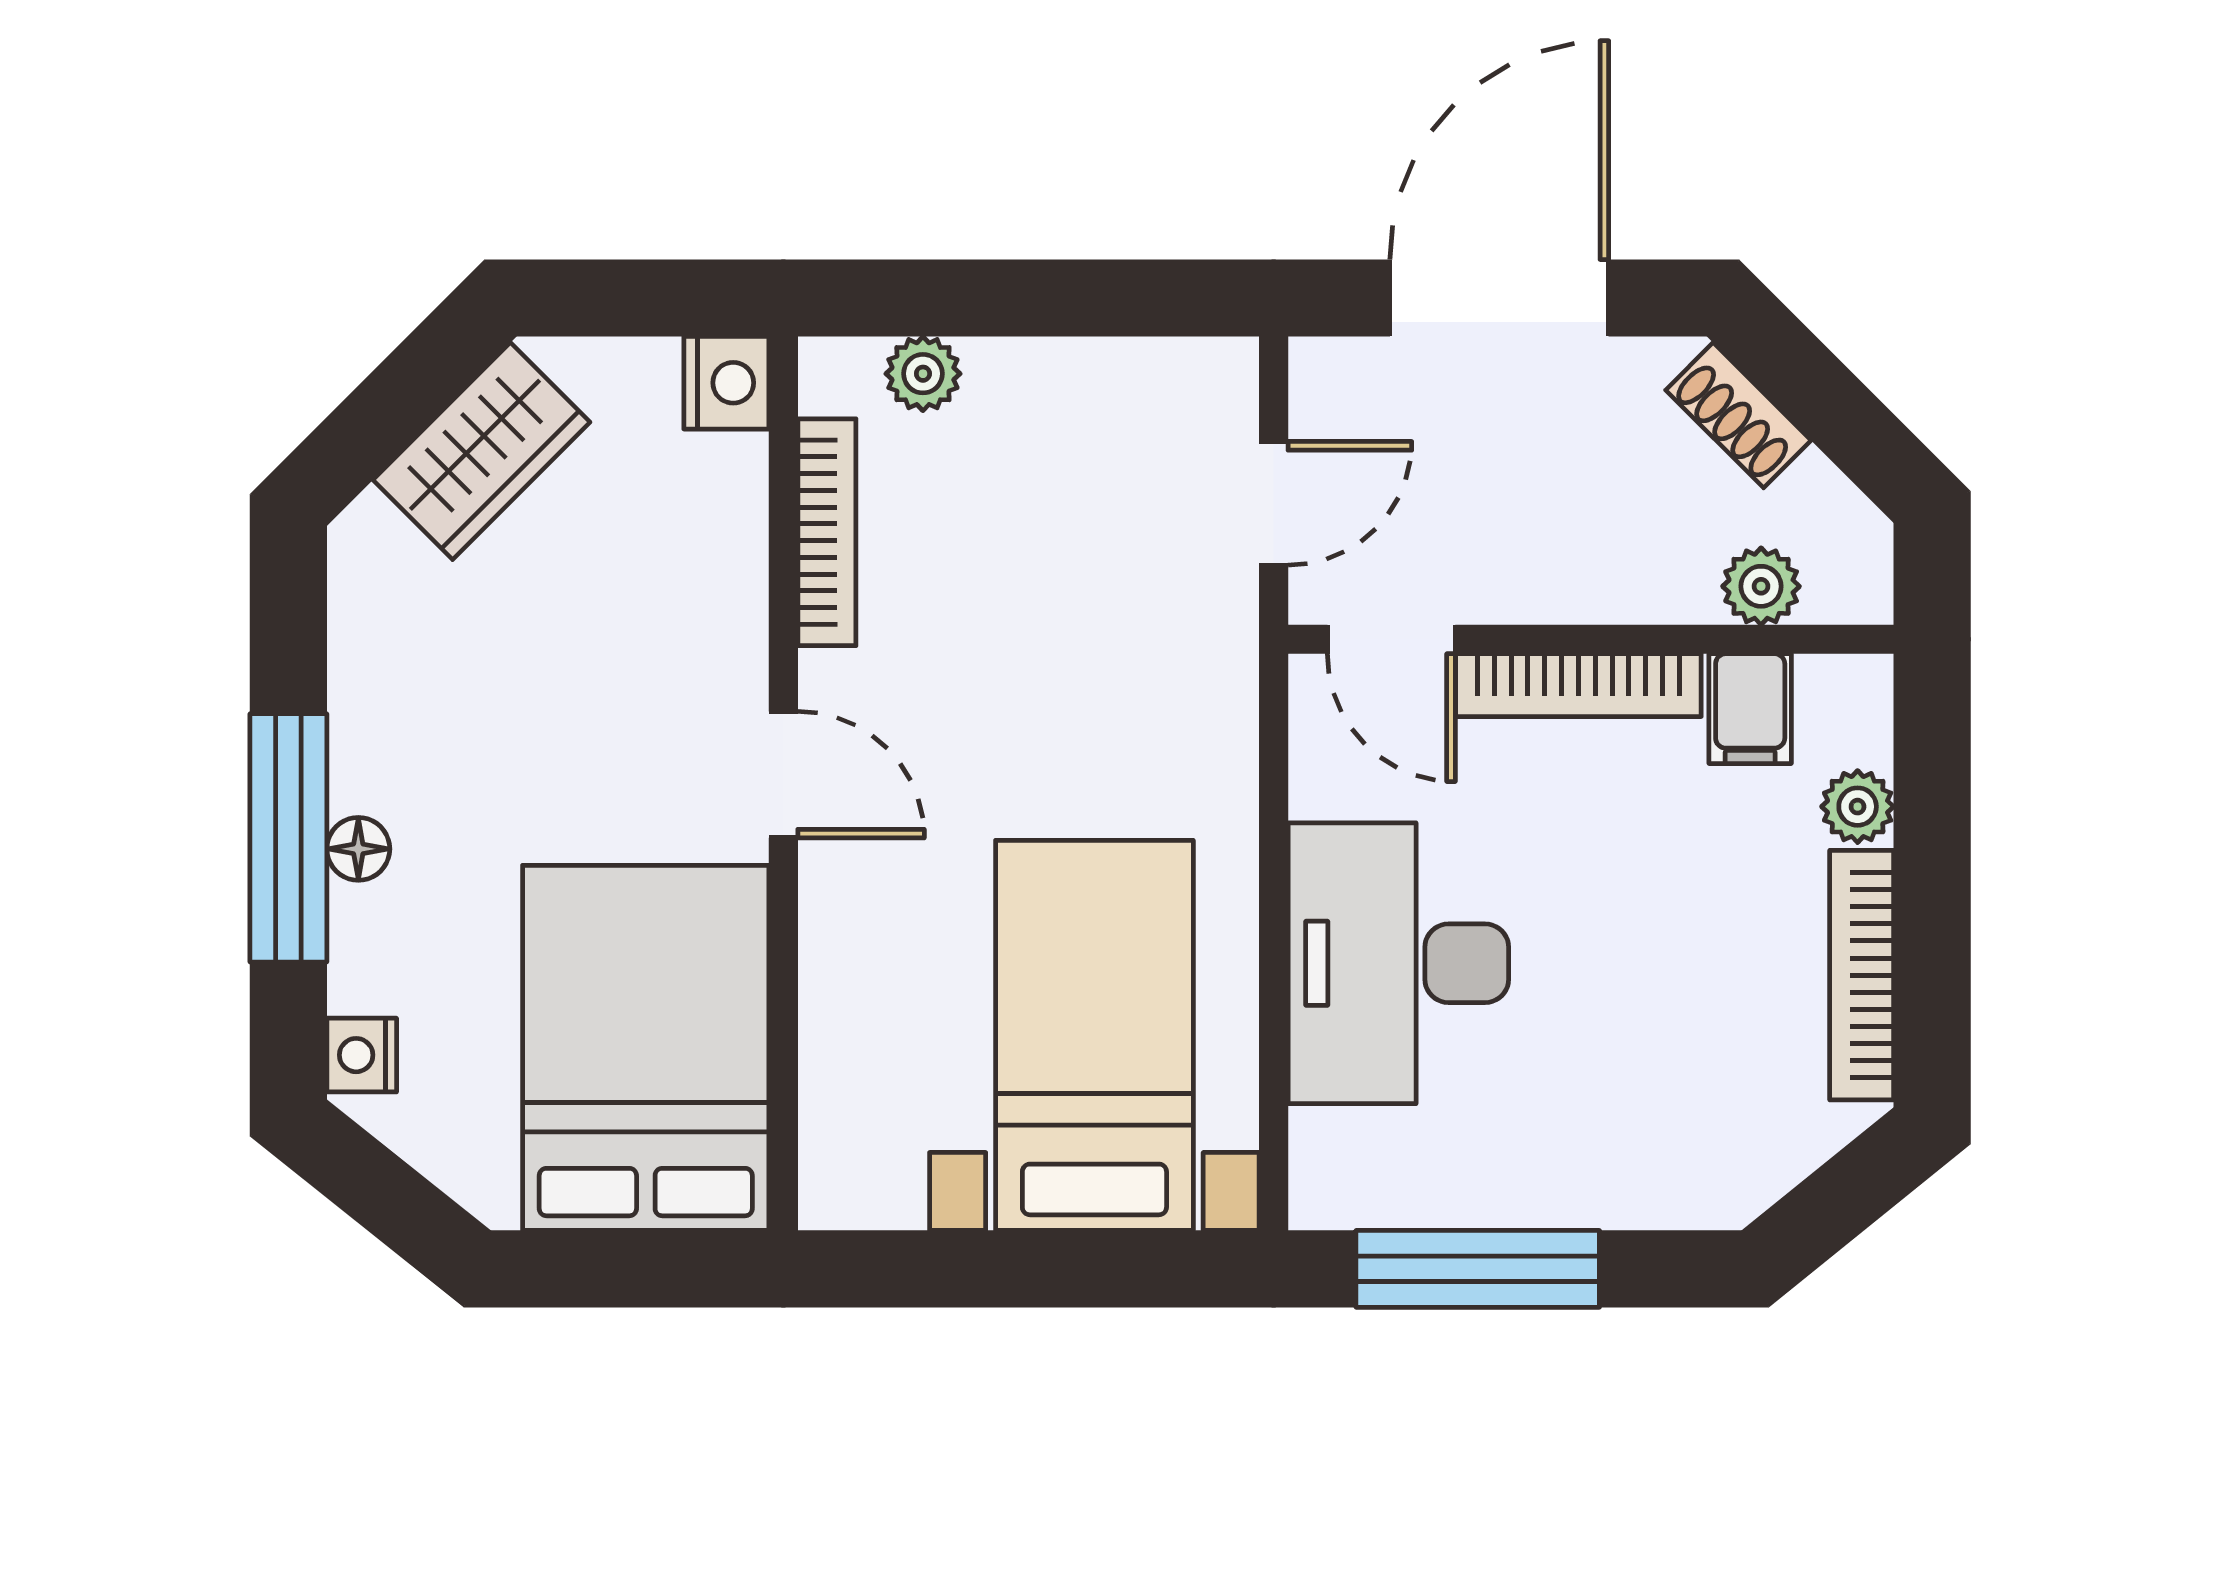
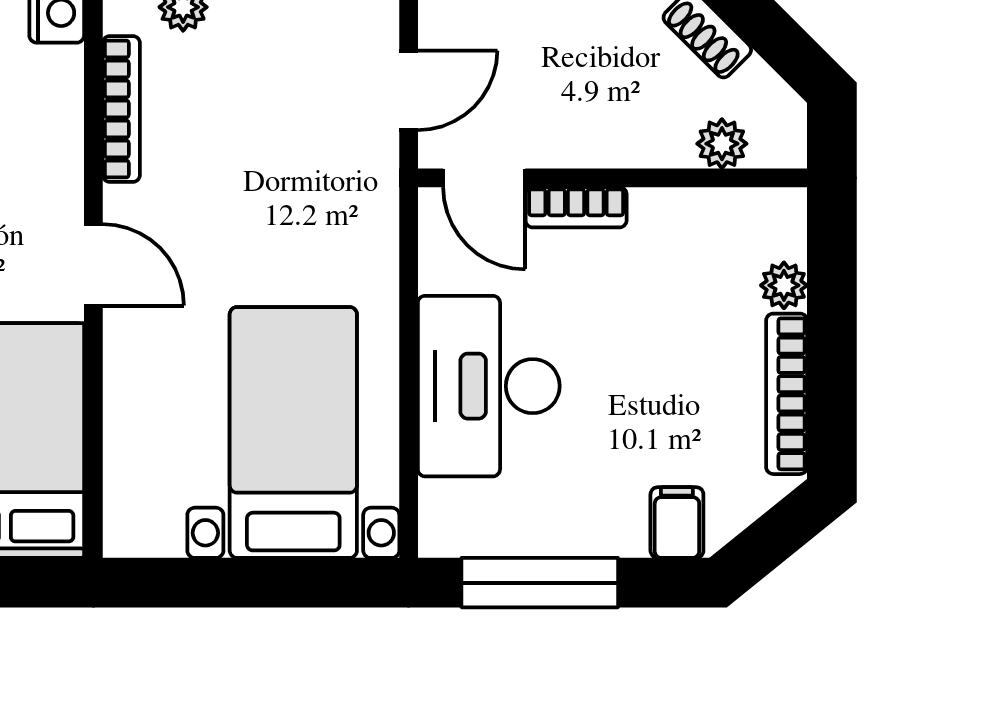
bookcase: (1578, 685) -> (576, 207), width x0.64
filing cabinet: (1750, 709) -> (677, 523), moved, turned 180

